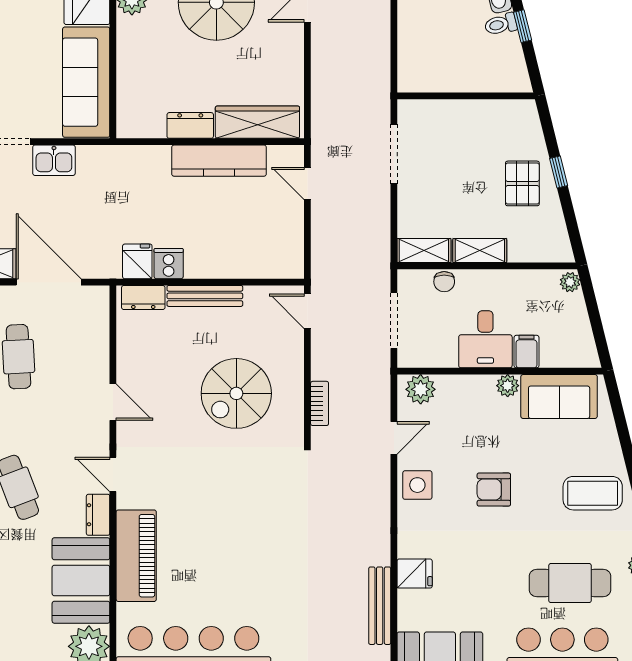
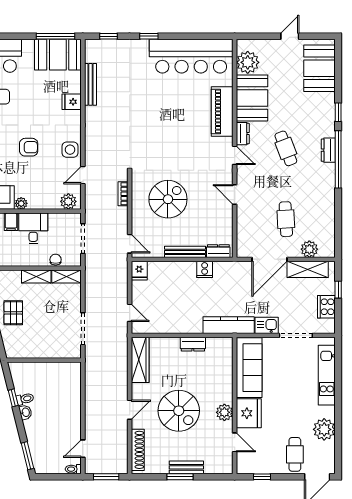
wardrobe: (257, 122) -> (140, 360), moved, turned -90
kitchen counter: (219, 161) -> (229, 325), moved
fridge: (137, 261) -> (139, 271), moved
door: (49, 282) -> (270, 259), hinge flipped

